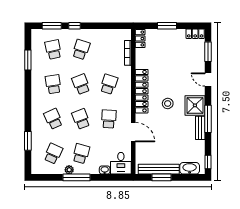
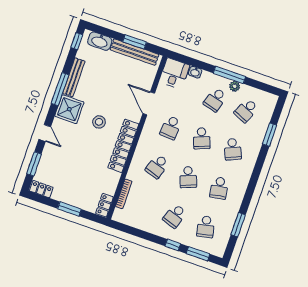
bench: (200, 128) -> (74, 77), width x1.36

